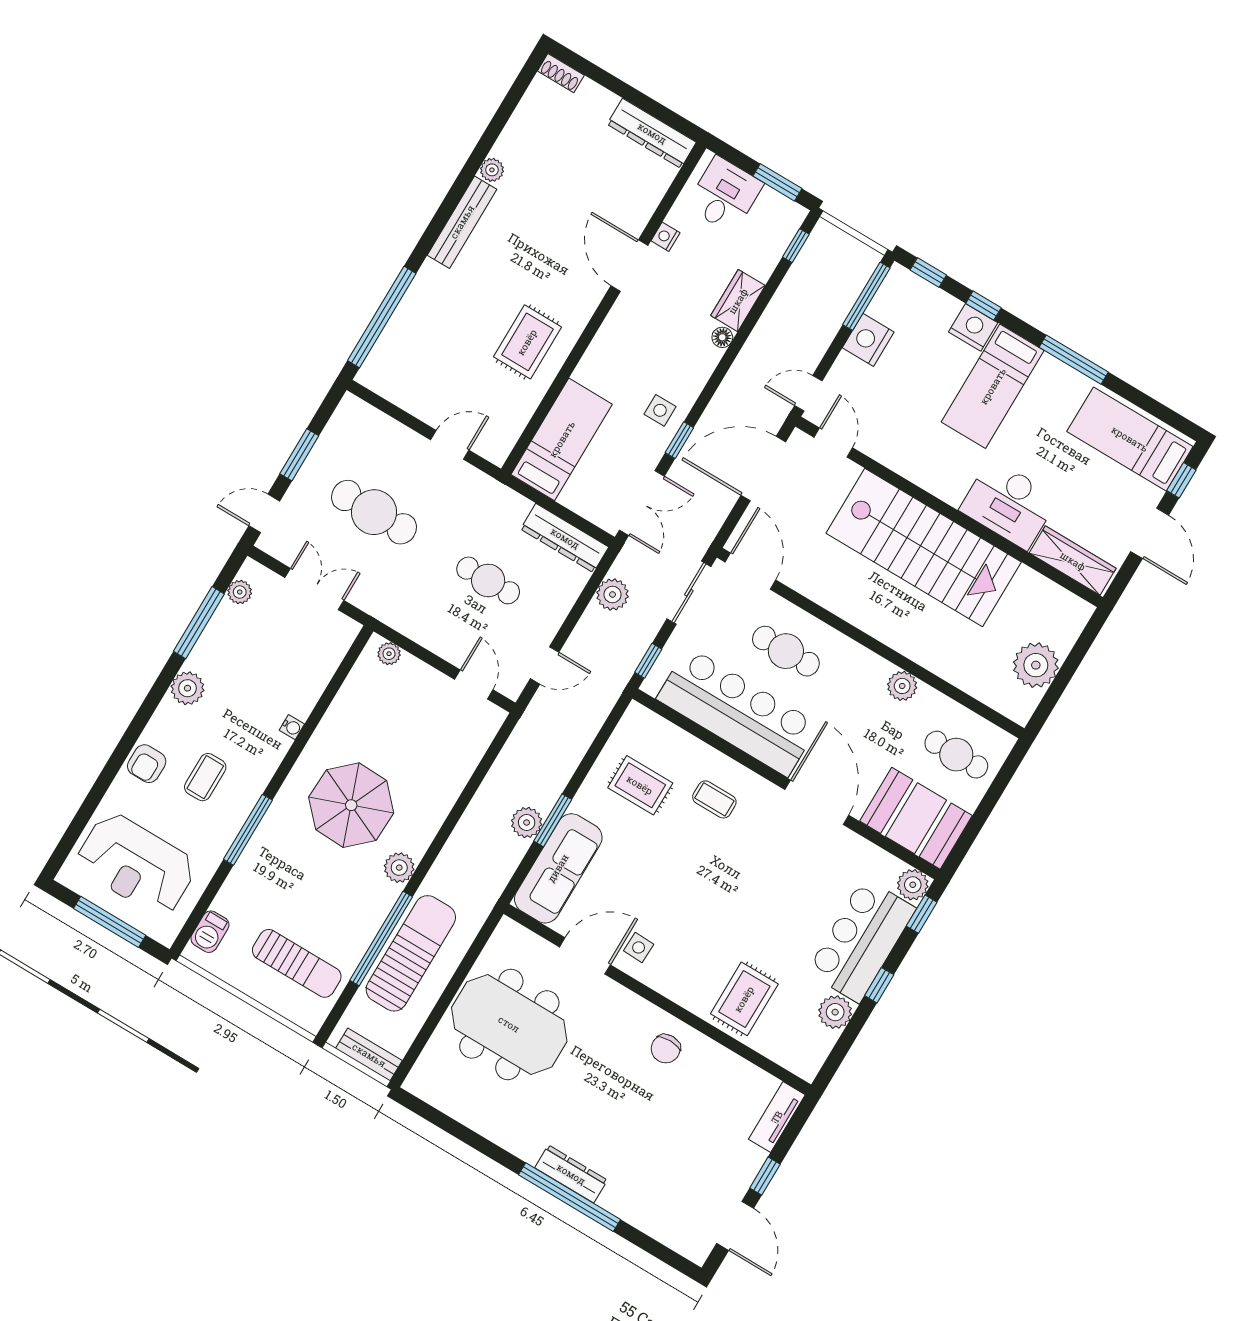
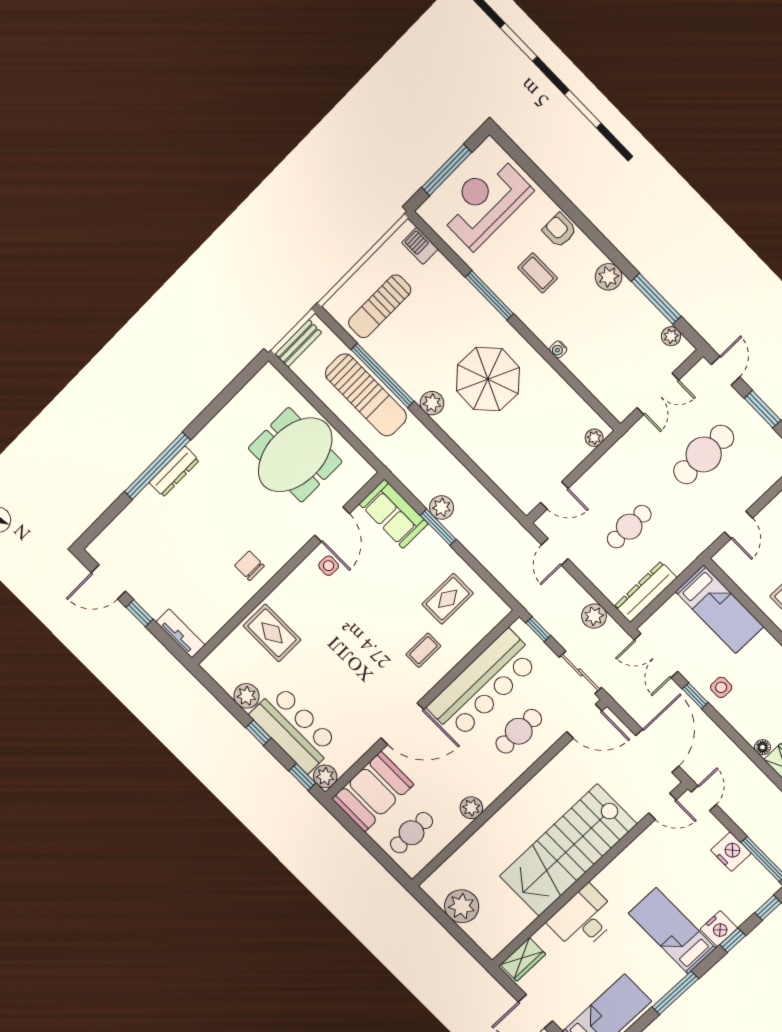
wardrobe: (1073, 561) -> (523, 959), width x0.67
sofa: (558, 868) -> (394, 514), width x0.73

